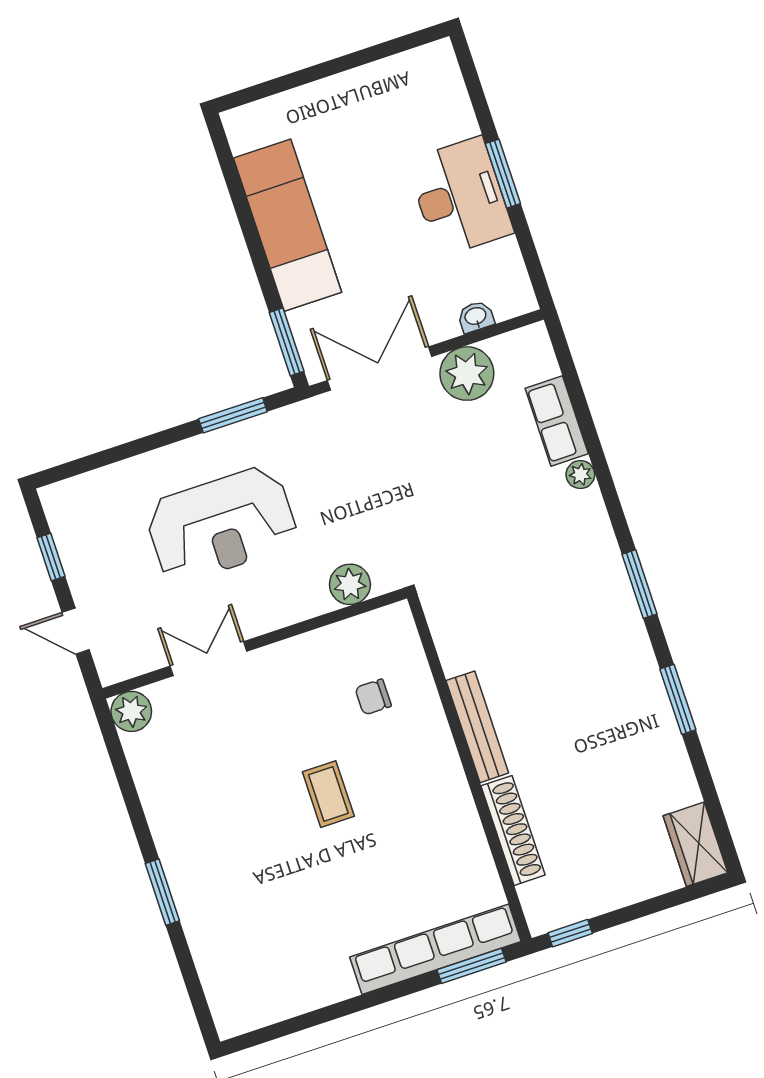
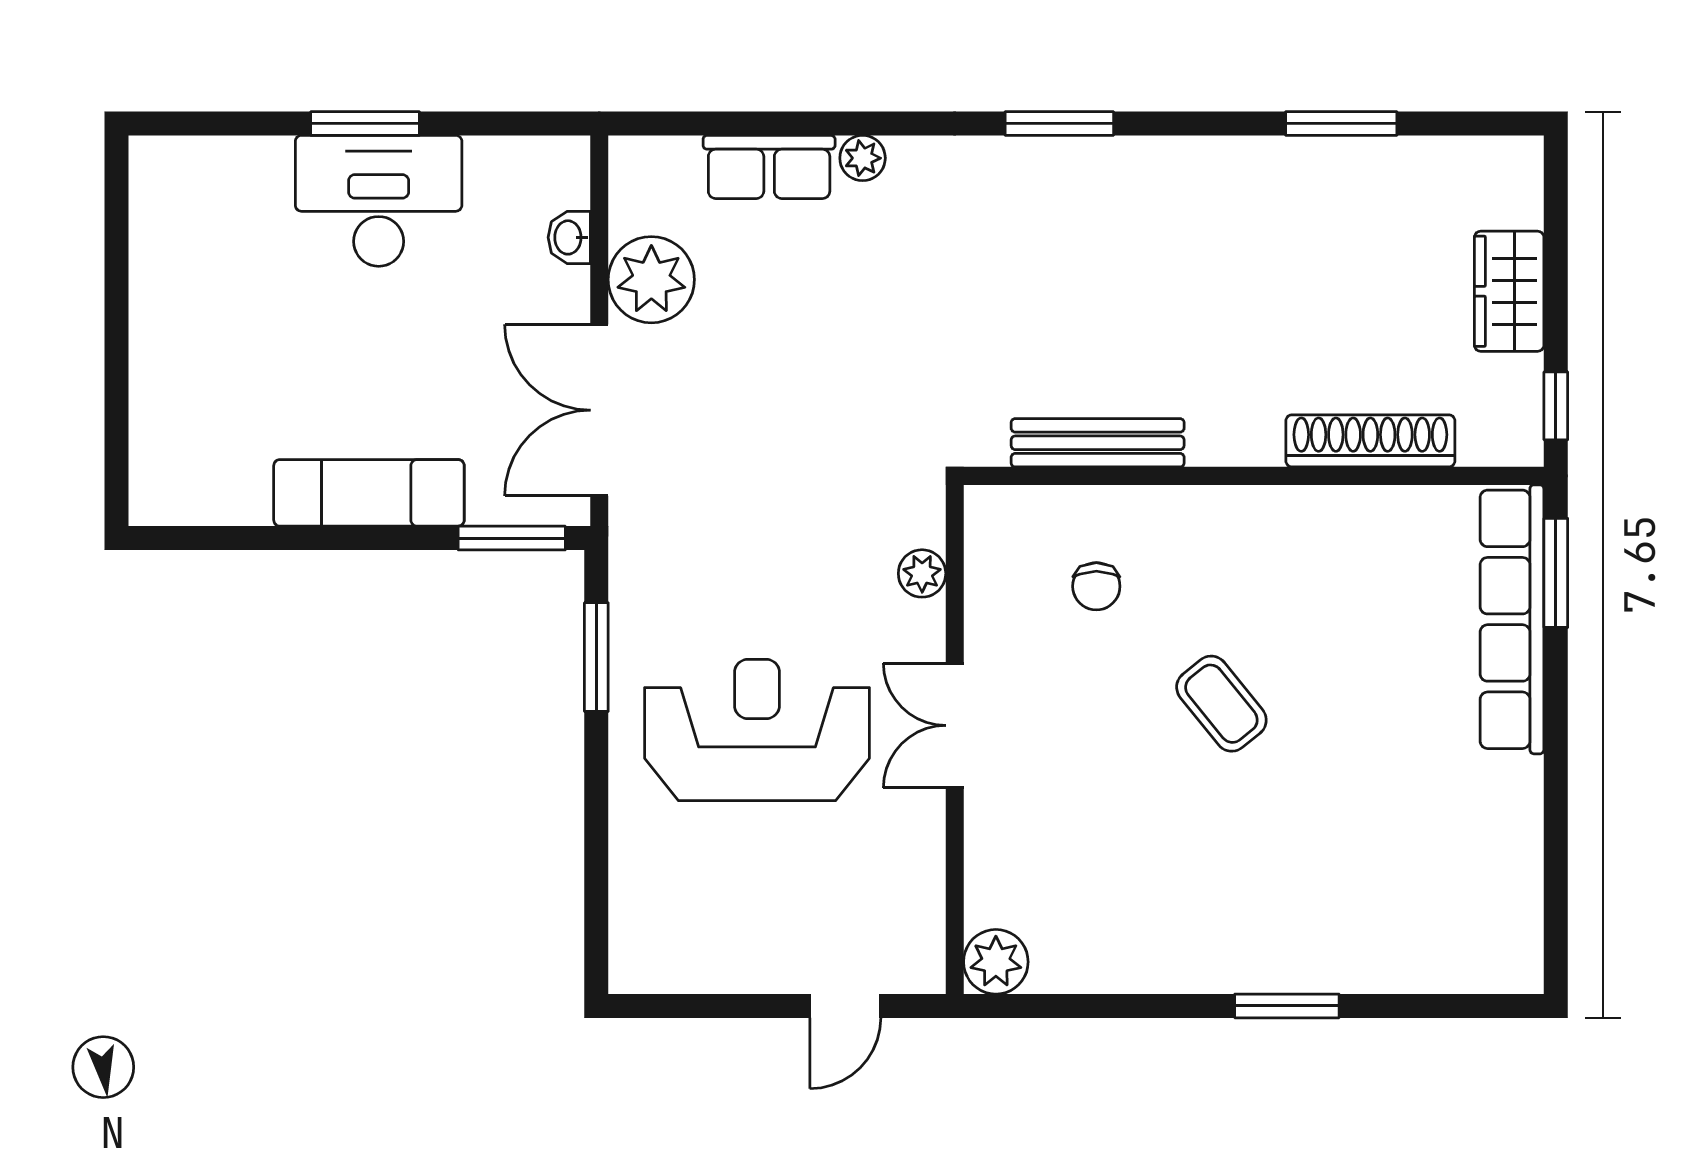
exam couch: (287, 225) -> (369, 493), width x0.73, depth x0.69
reception desk: (221, 525) -> (757, 730), turned -90
window: (51, 557) -> (720, 1006), removed
plant: (350, 584) -> (922, 573), width x0.73, depth x0.73
double door: (209, 659) -> (955, 725), moved
window: (678, 699) -> (1341, 123), moved
bench: (477, 727) -> (1098, 443), moved
coffee table: (328, 794) -> (1221, 704), turned 51
wardrobe: (695, 844) -> (1509, 291), moved, turned 90

